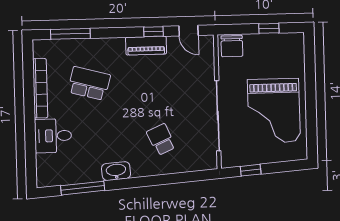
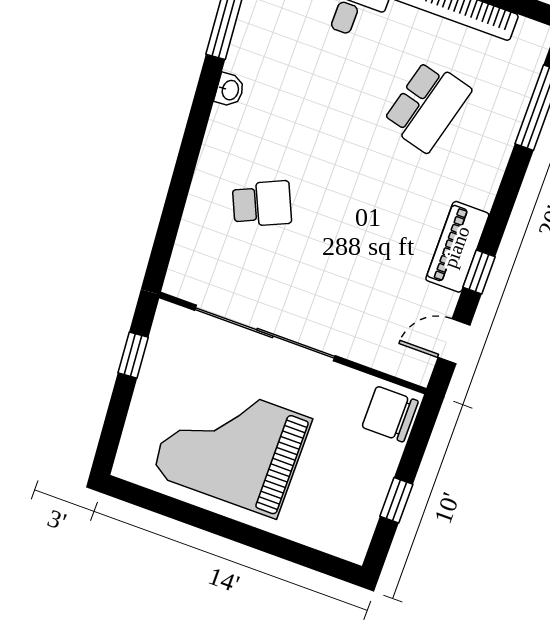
washbasin: (116, 171) -> (230, 90), width x0.52, depth x0.69

